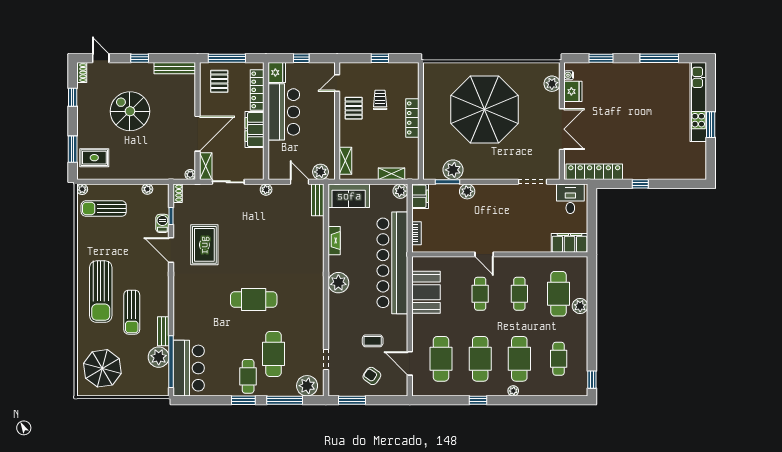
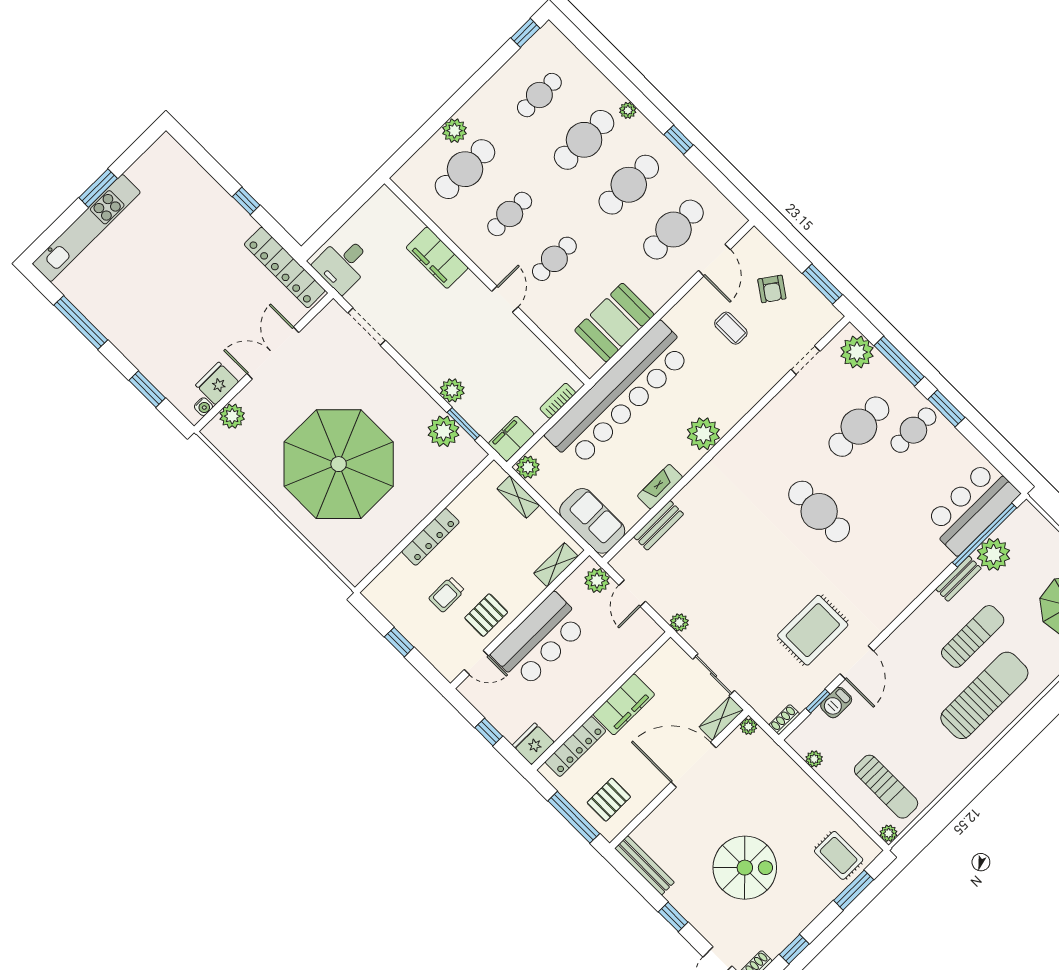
spiral stairs: (130, 111) -> (745, 868), turned -90
bar counter: (284, 112) -> (540, 640), moved, turned 180
bench: (318, 200) -> (659, 525), moved
filing cabinet: (570, 243) -> (437, 258), moved

